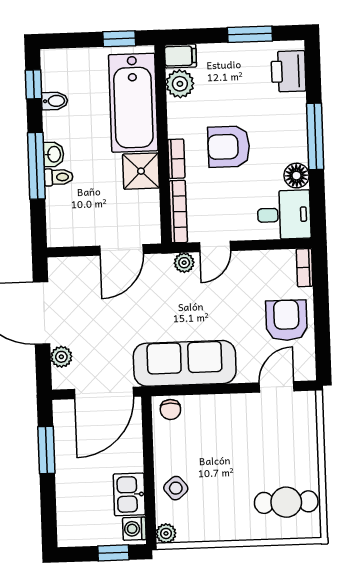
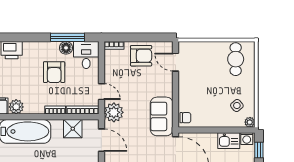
window: (315, 136) -> (67, 37), moved
armchair: (229, 147) -> (54, 72), moved
shower: (141, 171) -> (73, 129), moved
plant: (184, 263) -> (114, 112), width x1.87, depth x1.87
armchair: (286, 320) -> (141, 56), turned 180
sofa: (185, 363) -> (162, 116), width x0.73
side table: (176, 488) -> (237, 106), moved

